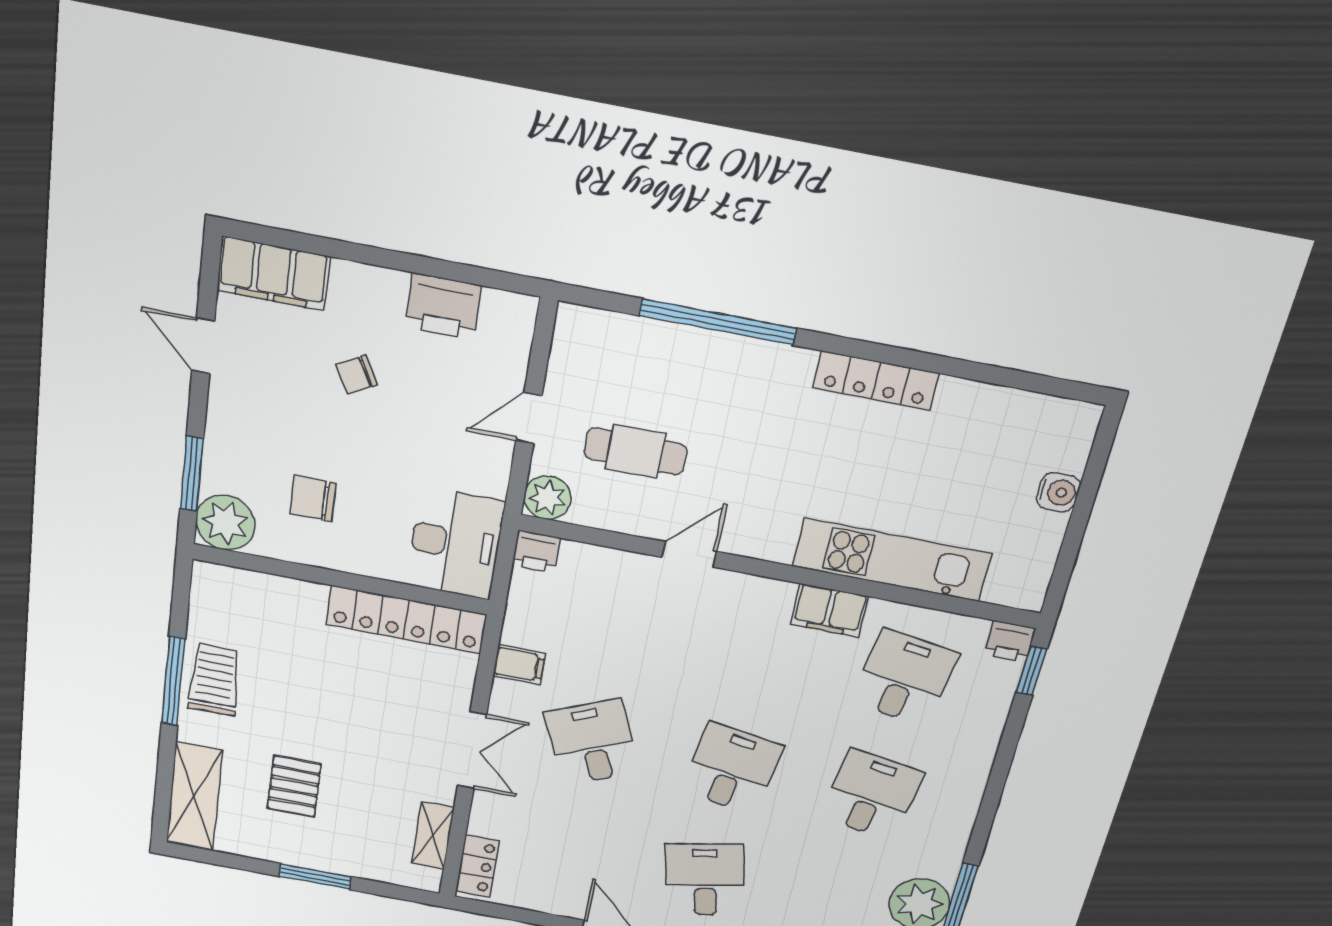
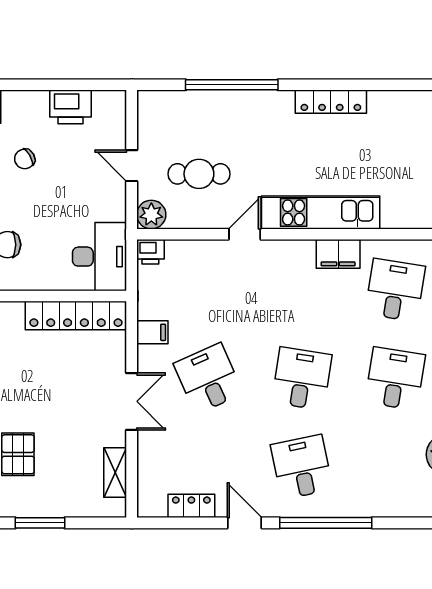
door: (529, 418) -> (132, 166), hinge flipped
kitchen unit: (892, 560) -> (321, 212), moved
locker: (477, 866) -> (191, 506), moved, turned -90

